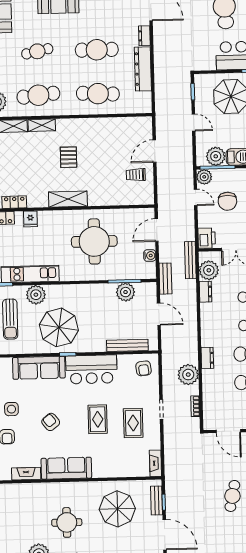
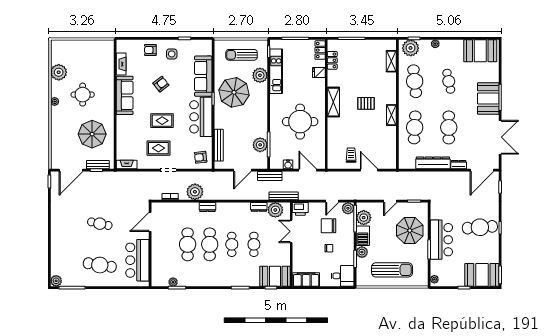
shelving: (42, 125) -> (391, 115), moved

